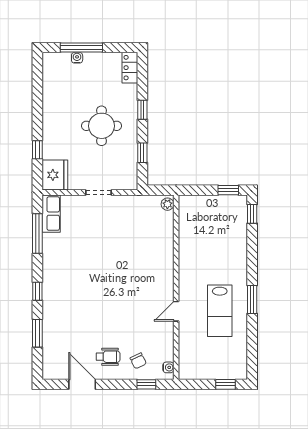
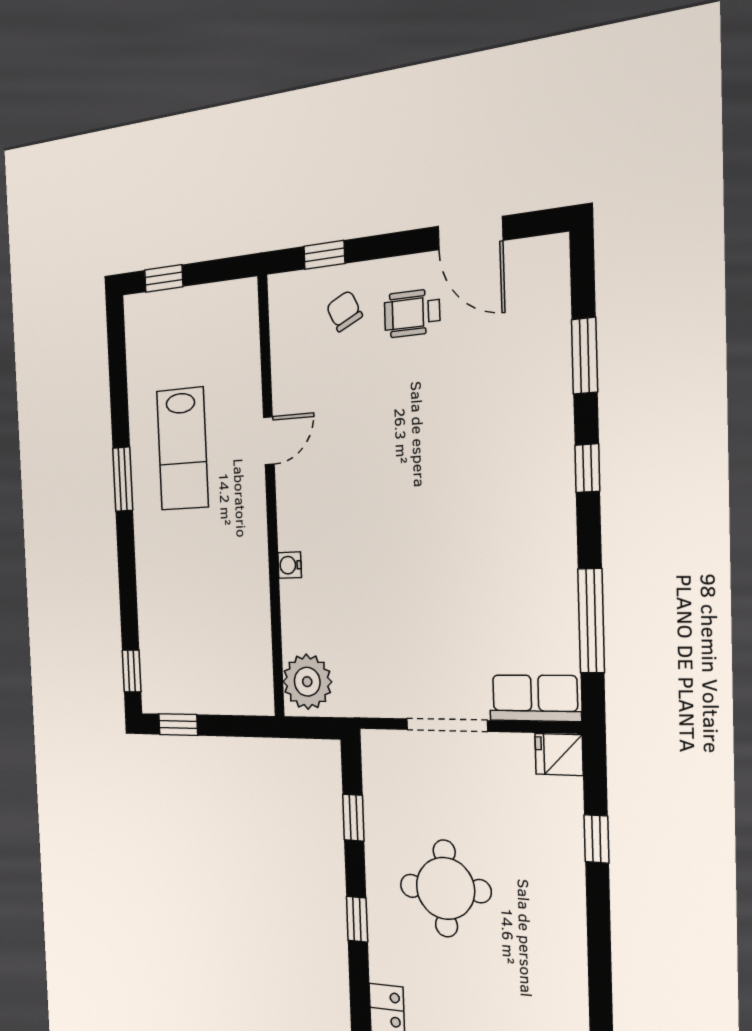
fridge: (55, 175) -> (559, 754), width x0.53, depth x0.75
doorway: (99, 192) -> (447, 725), width x1.38
plant: (167, 204) -> (307, 682), width x1.88, depth x1.88
row of seats: (51, 214) -> (535, 698), moved, turned 90
lab bench: (220, 311) -> (182, 449), turned 180
water cooler: (168, 367) -> (290, 565), moved

